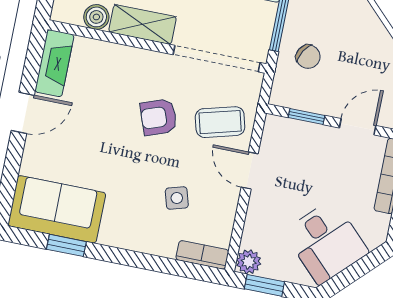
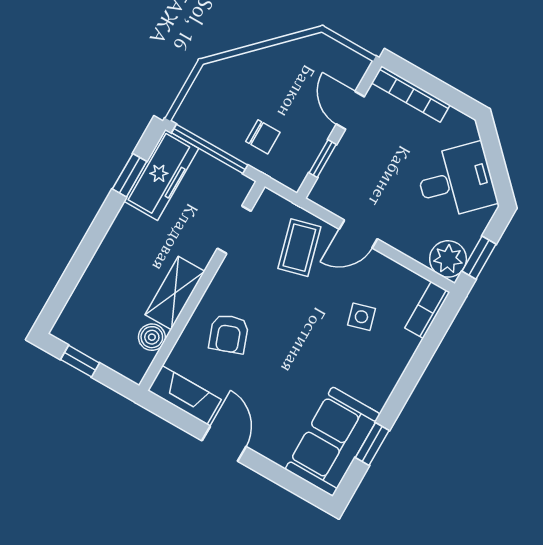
chair: (308, 57) -> (263, 137), turned 60
doorway: (217, 59) -> (234, 230), width x0.53
armchair: (159, 117) -> (229, 334), moved
plant: (249, 262) -> (448, 259), width x1.38, depth x1.38

